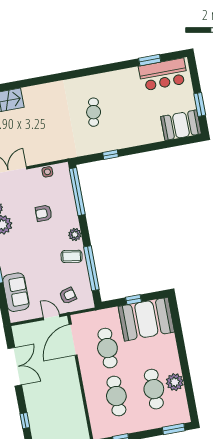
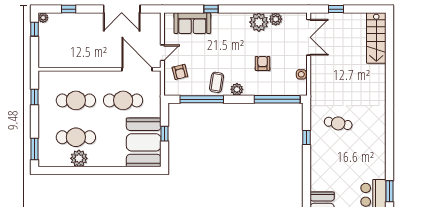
cafe table: (94, 112) -> (338, 123), moved

